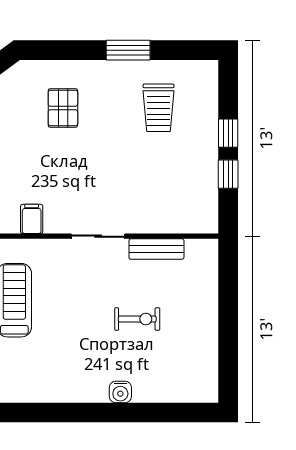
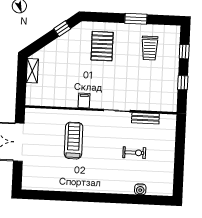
pallet: (63, 108) -> (102, 46), width x1.50, depth x1.42
window: (228, 133) -> (184, 52), moved
water cooler: (120, 392) -> (140, 189), moved

